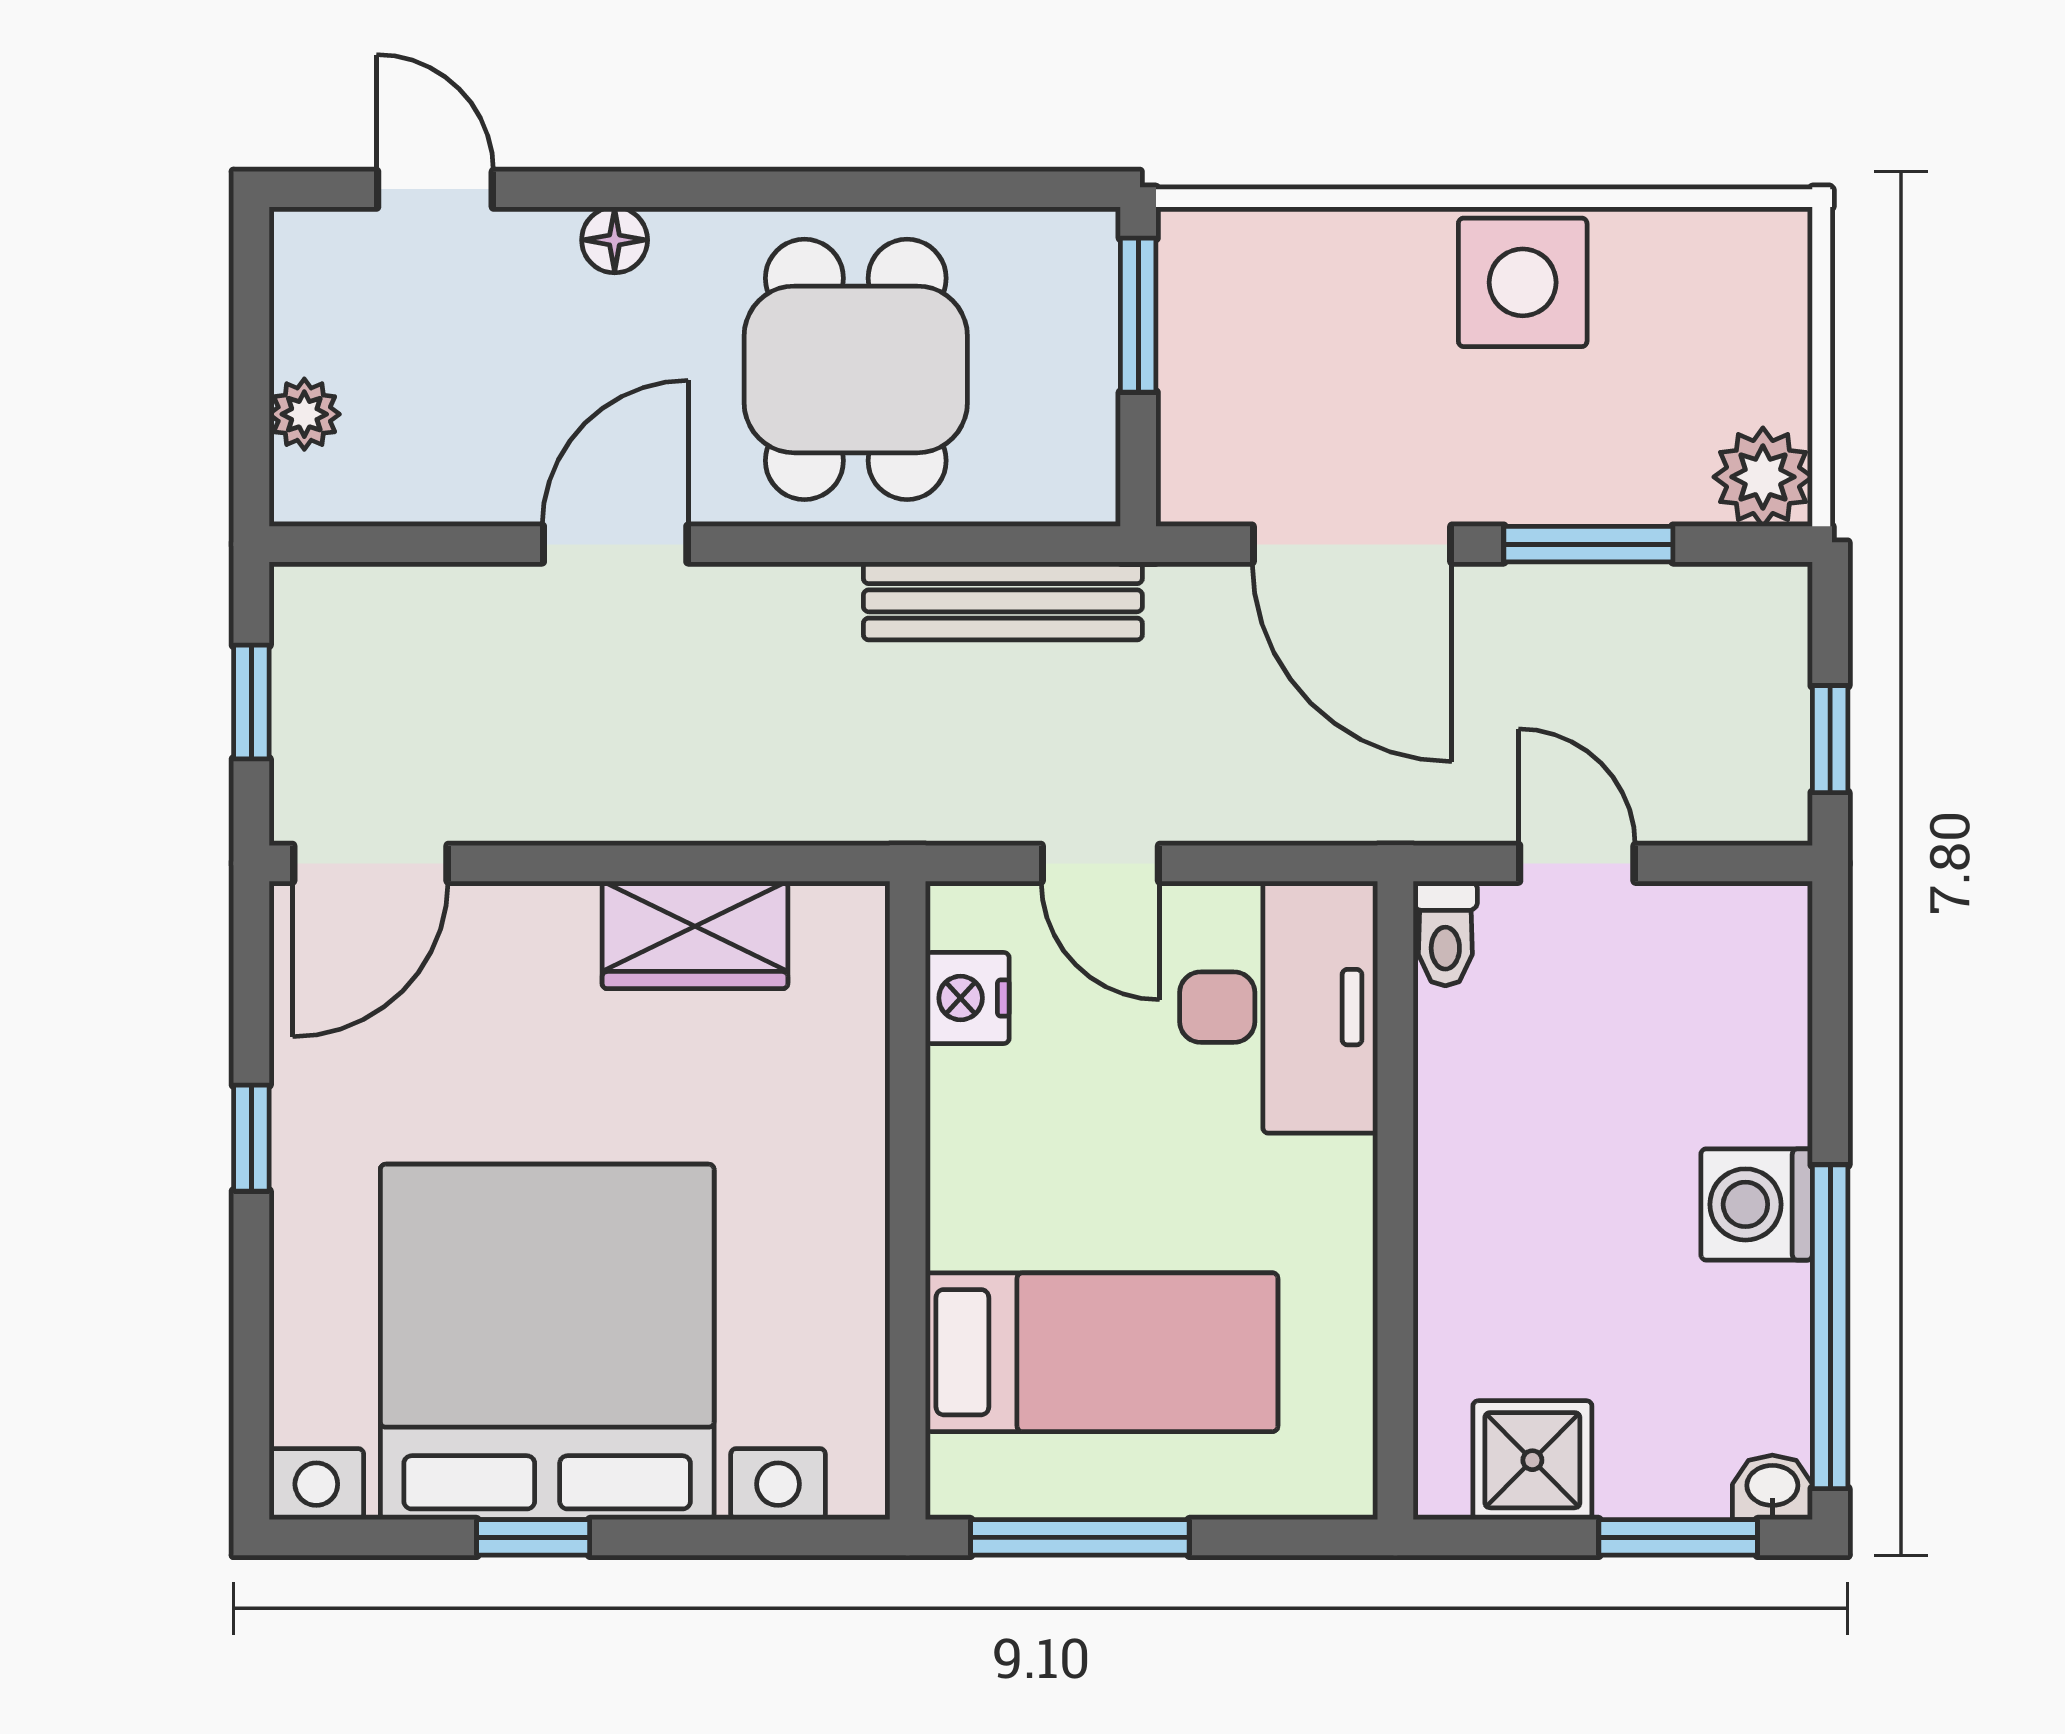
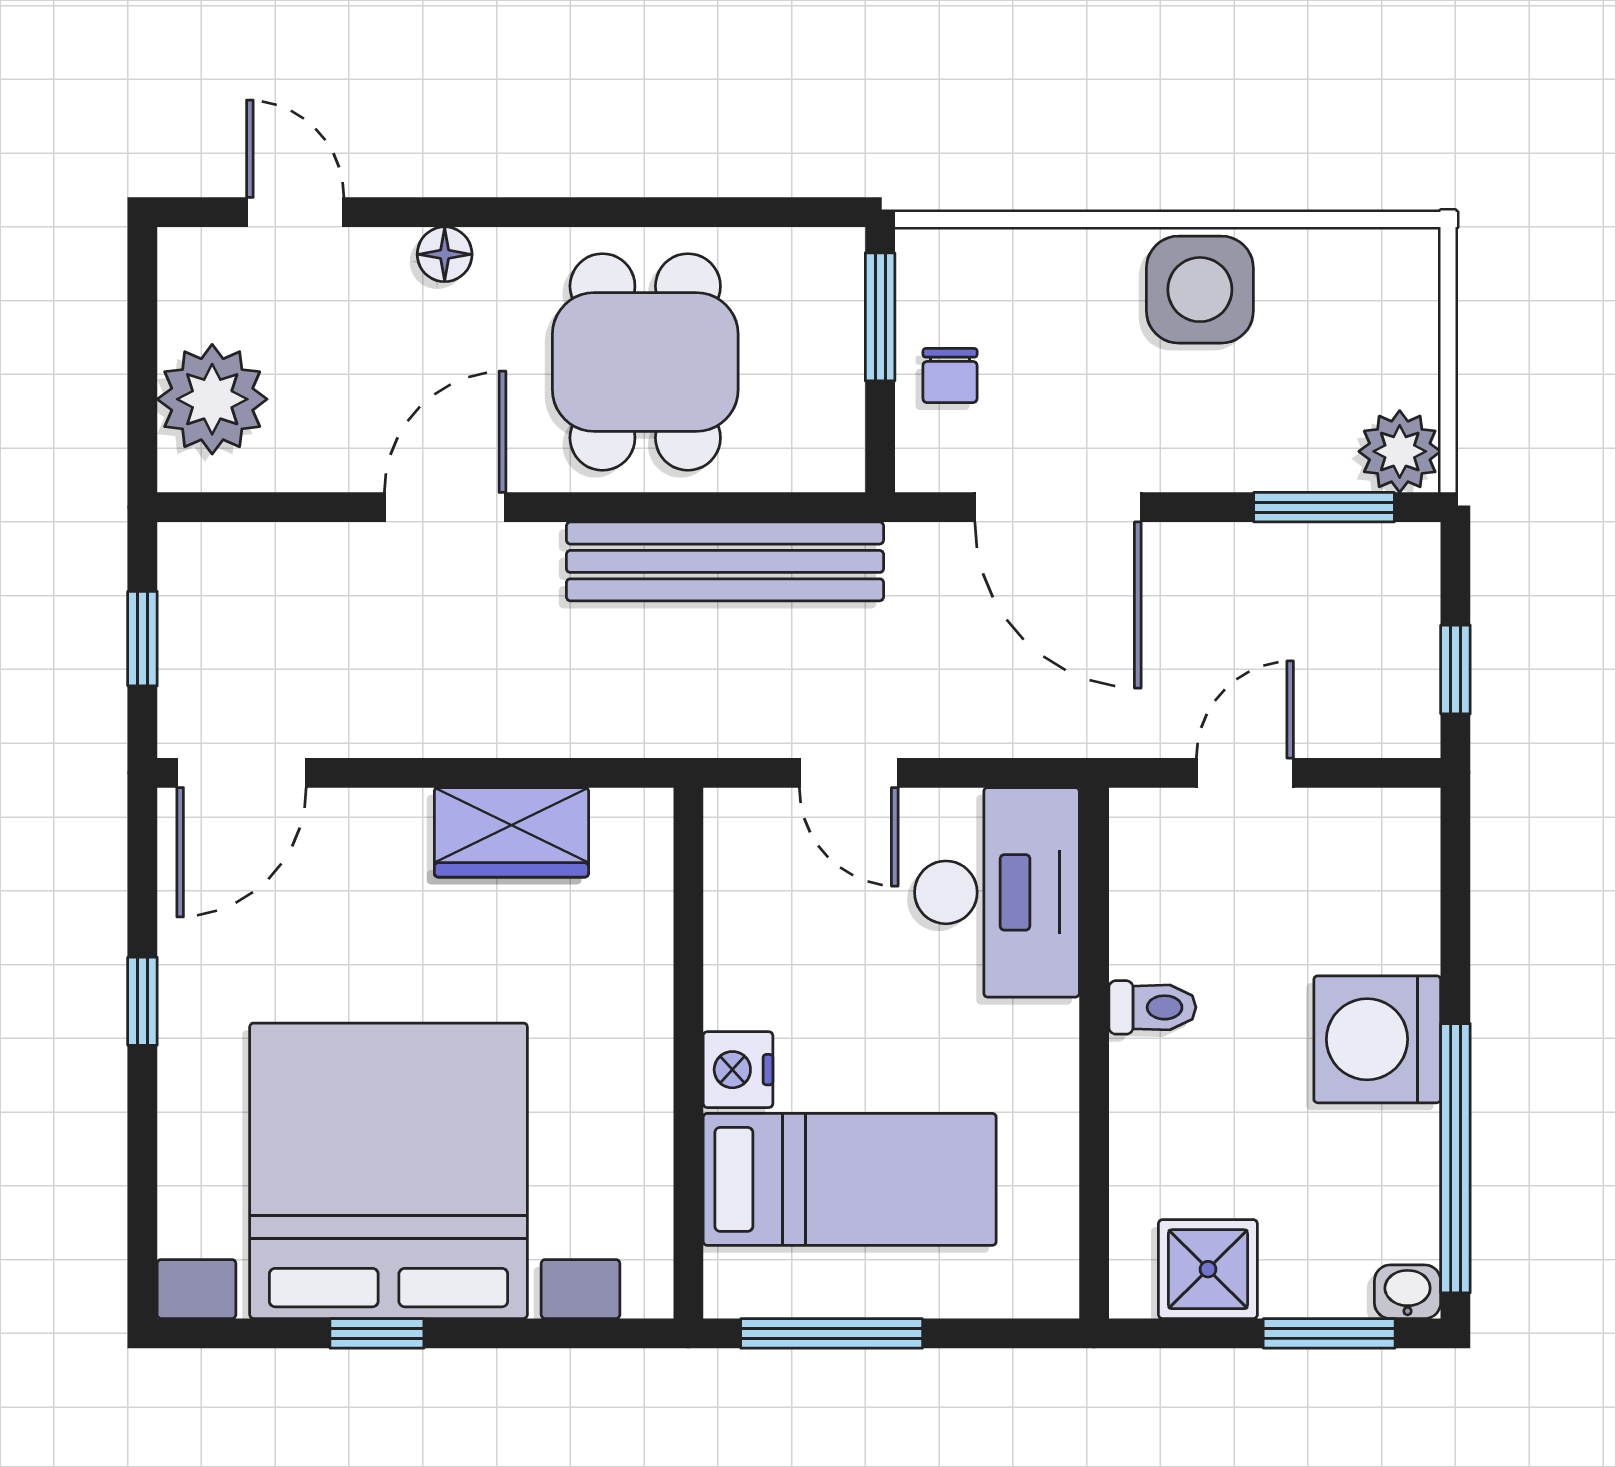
chair: (1222, 386) -> (950, 376), added
plant: (304, 414) -> (212, 399), width x1.88, depth x1.88
window: (1588, 544) -> (1324, 507), moved
bench: (1003, 601) -> (725, 561), width x1.37, depth x1.21
door: (1577, 863) -> (1245, 773), hinge flipped
toilet: (1445, 933) -> (1152, 1007), moved, turned -90
nightstand: (967, 998) -> (738, 1070), moved
washing machine: (1757, 1204) -> (1377, 1039), width x1.37, depth x1.37

